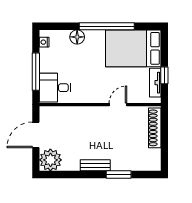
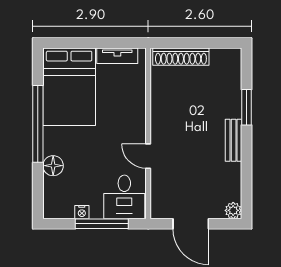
nightstand: (44, 42) -> (82, 212), moved
window: (164, 75) -> (107, 43), removed
door: (118, 105) -> (148, 156), moved
plant: (50, 160) -> (233, 210), width x0.53, depth x0.53

